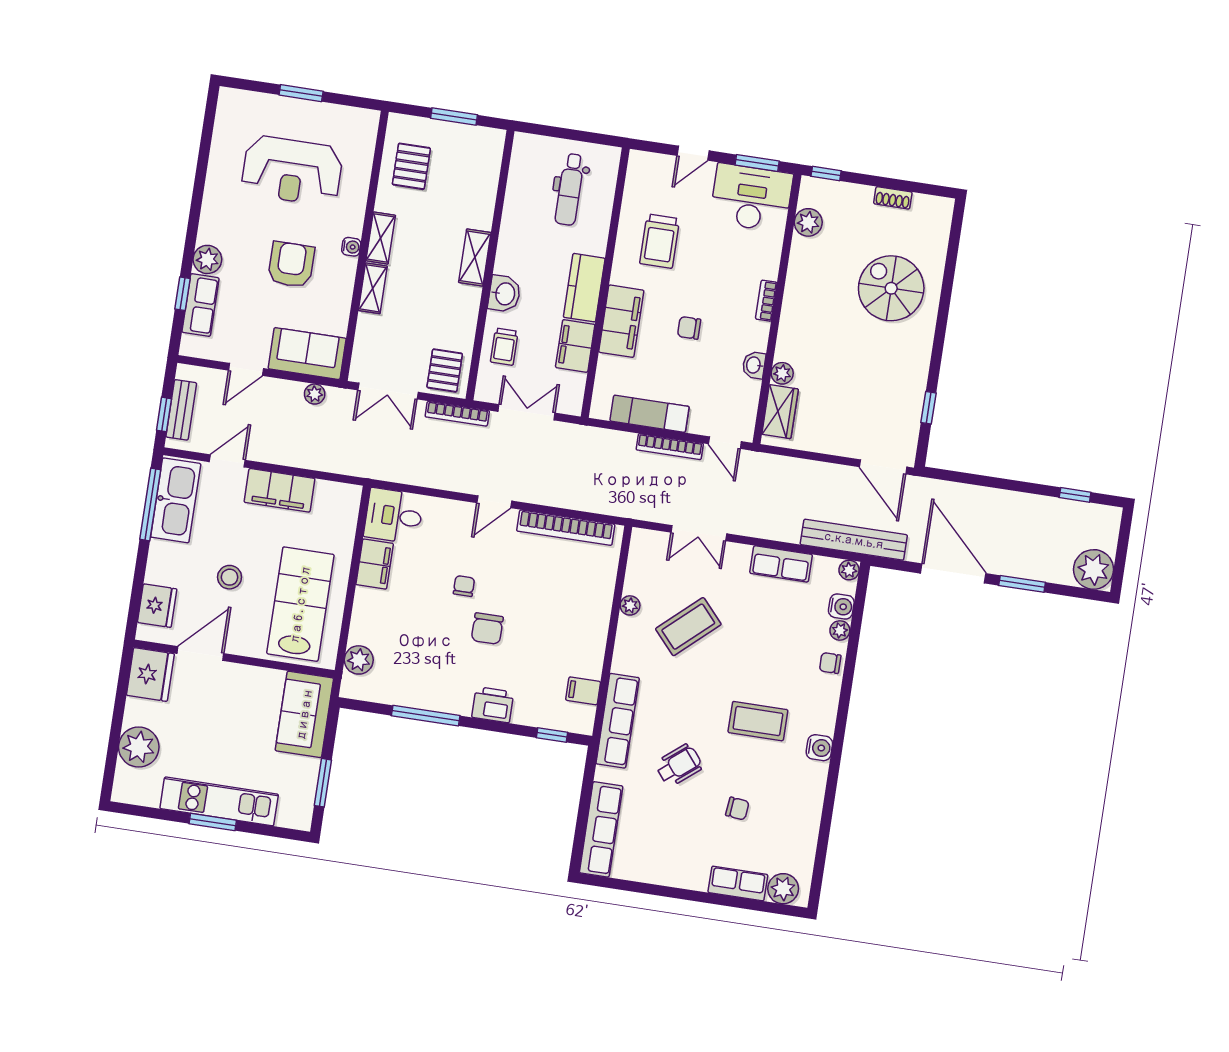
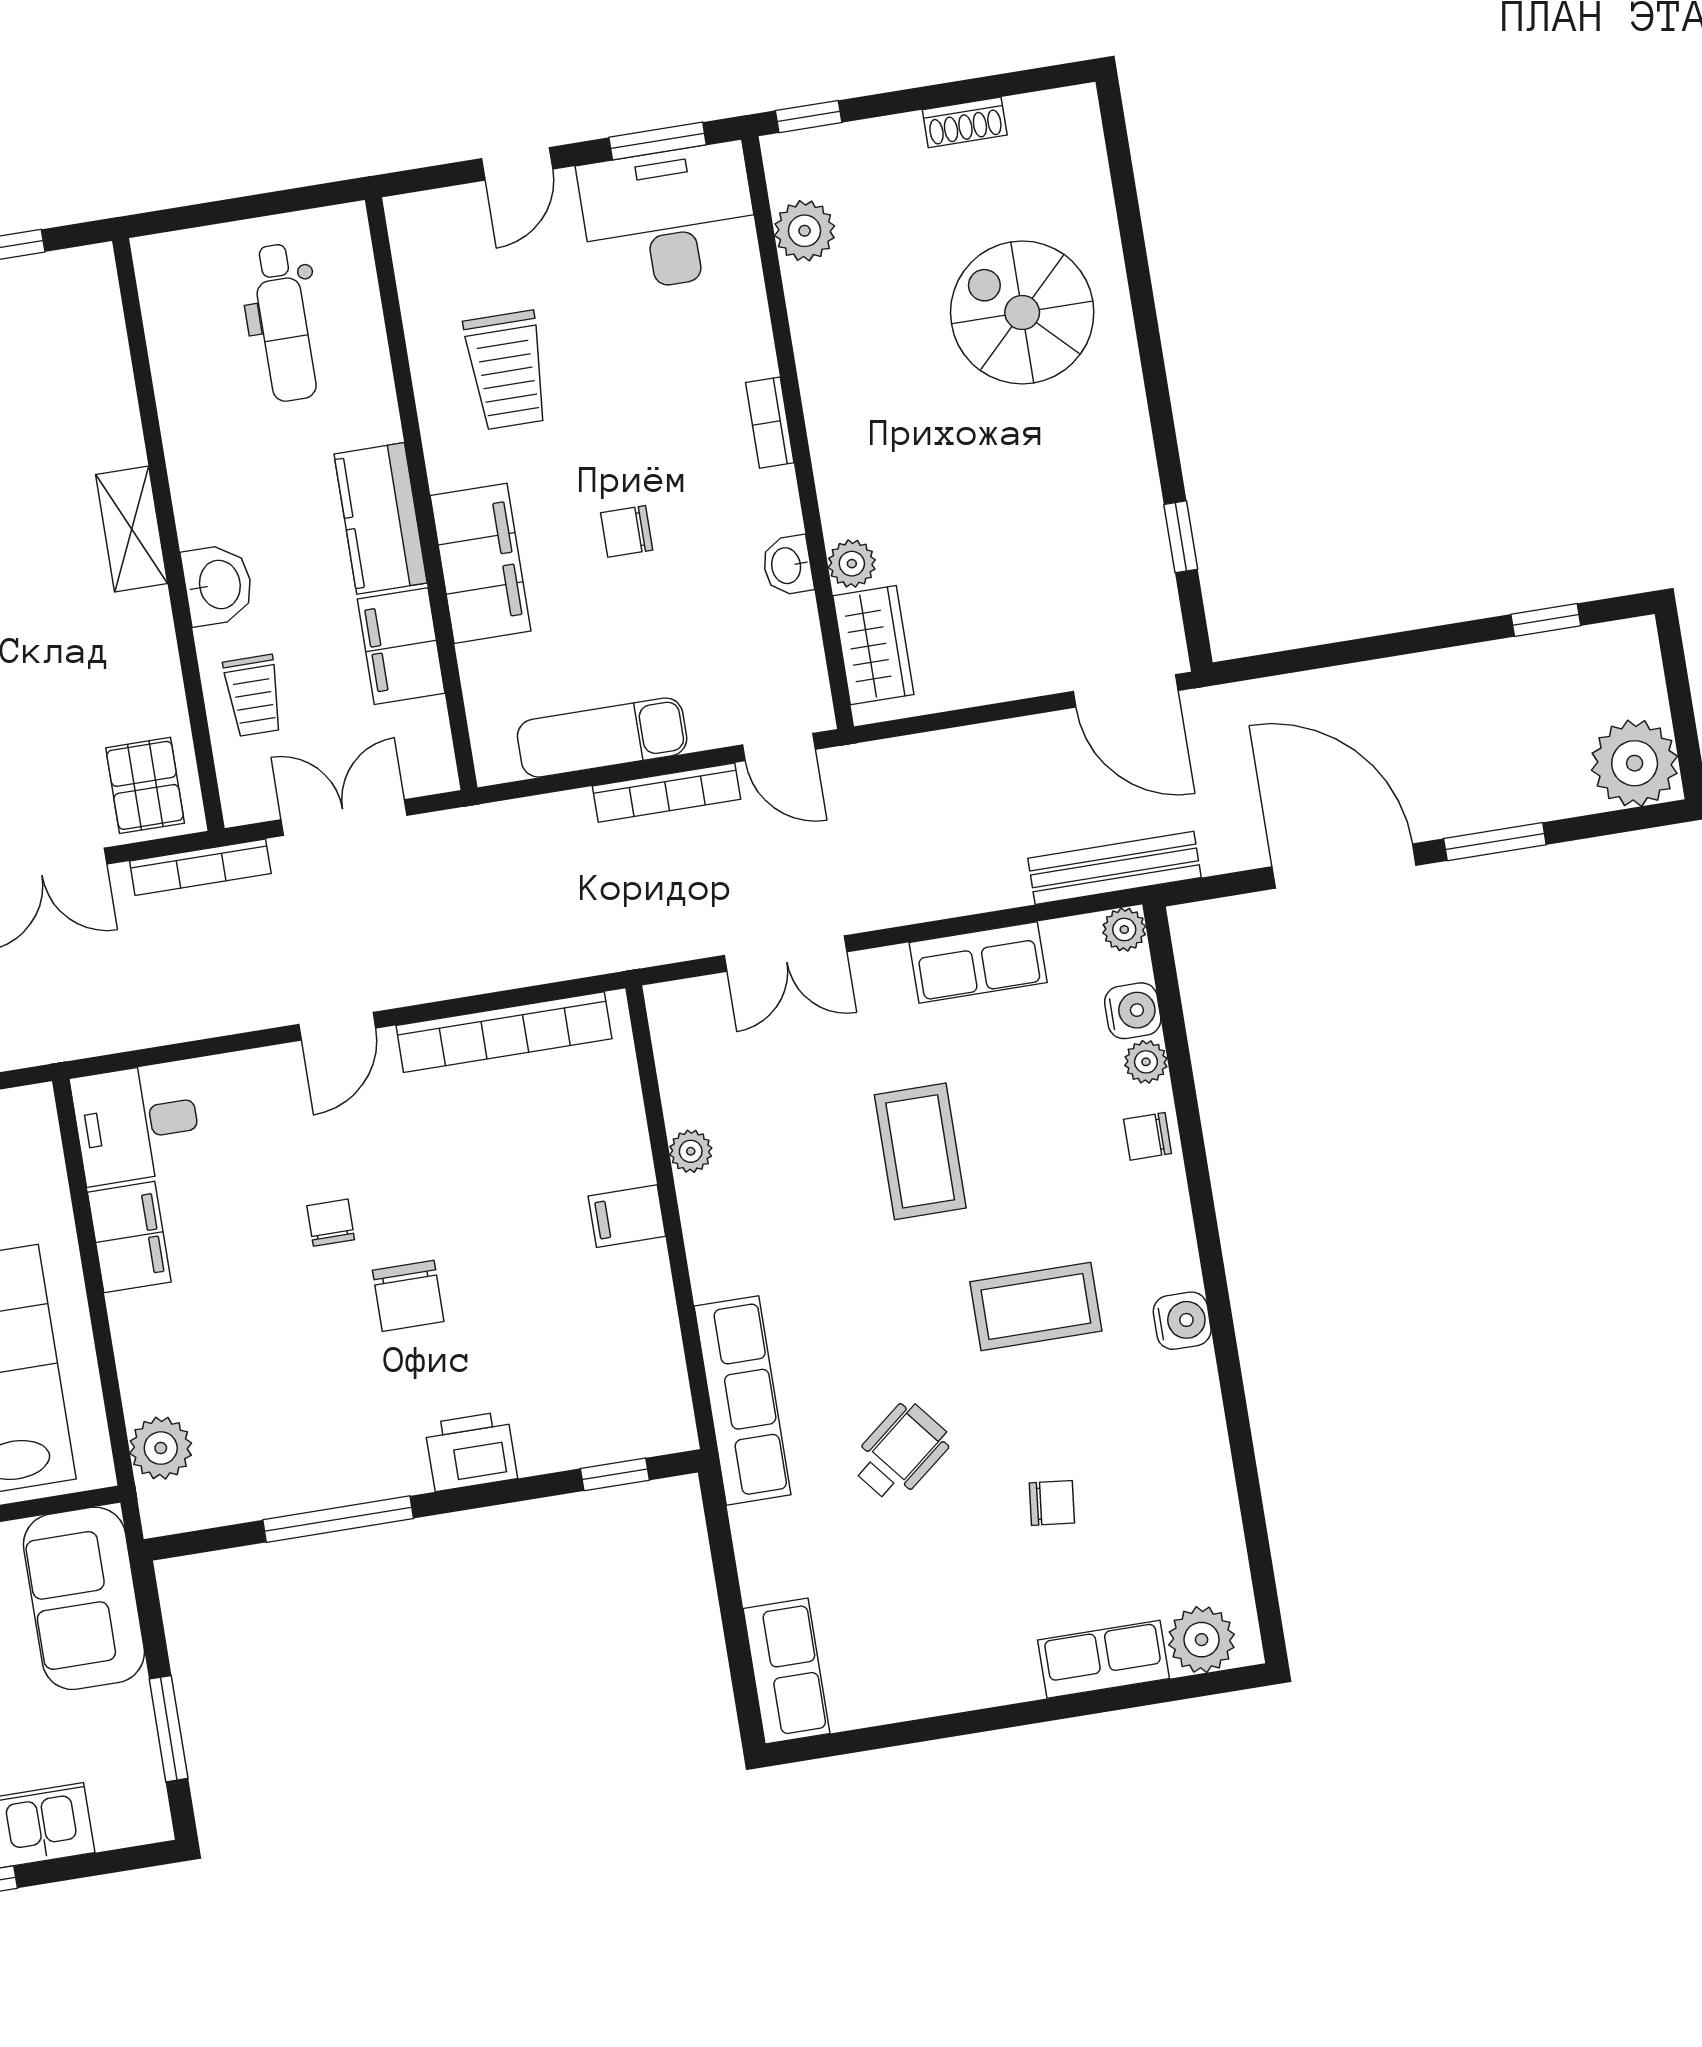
bench: (854, 540) -> (1115, 868), width x0.73, depth x0.82
coffee table: (688, 627) -> (920, 1151), moved, turned -48
filing cabinet: (583, 691) -> (627, 1216), moved
row of seats: (601, 829) -> (787, 1671), width x0.68

